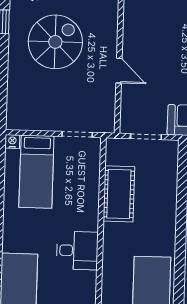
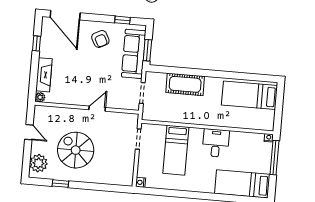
bed: (36, 172) -> (176, 150), moved, turned 90
cot: (119, 194) -> (185, 84), moved

